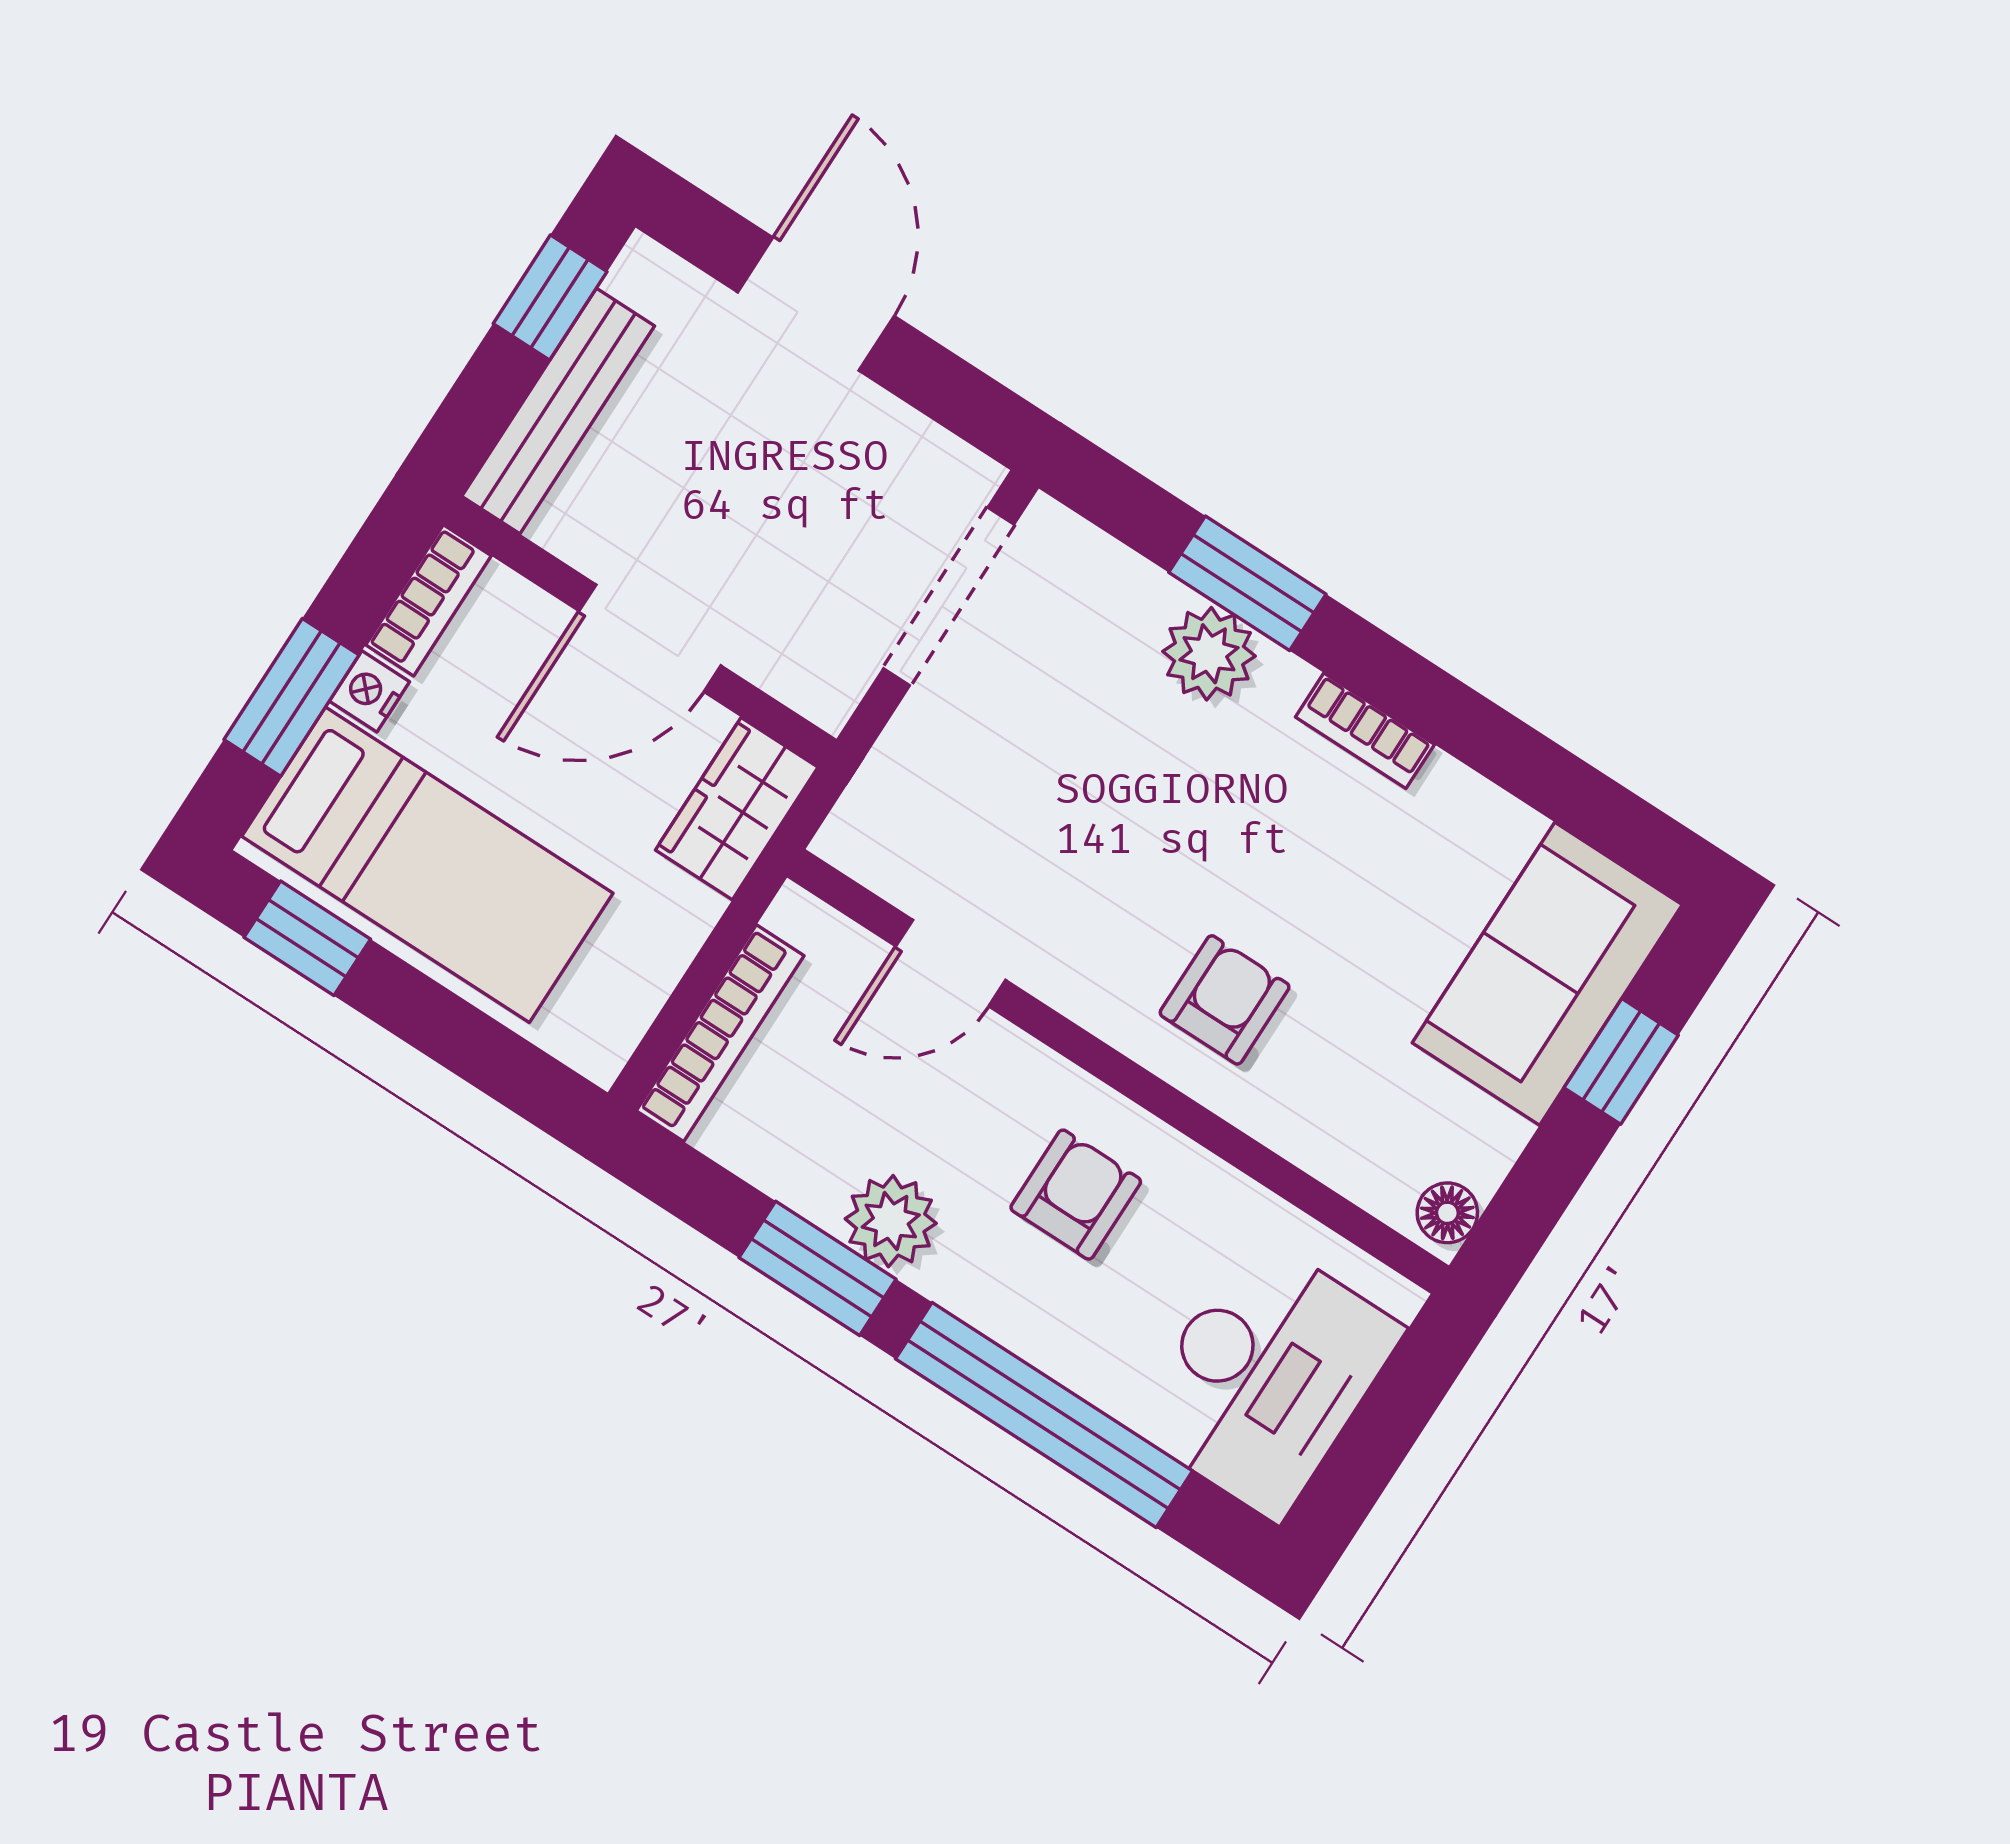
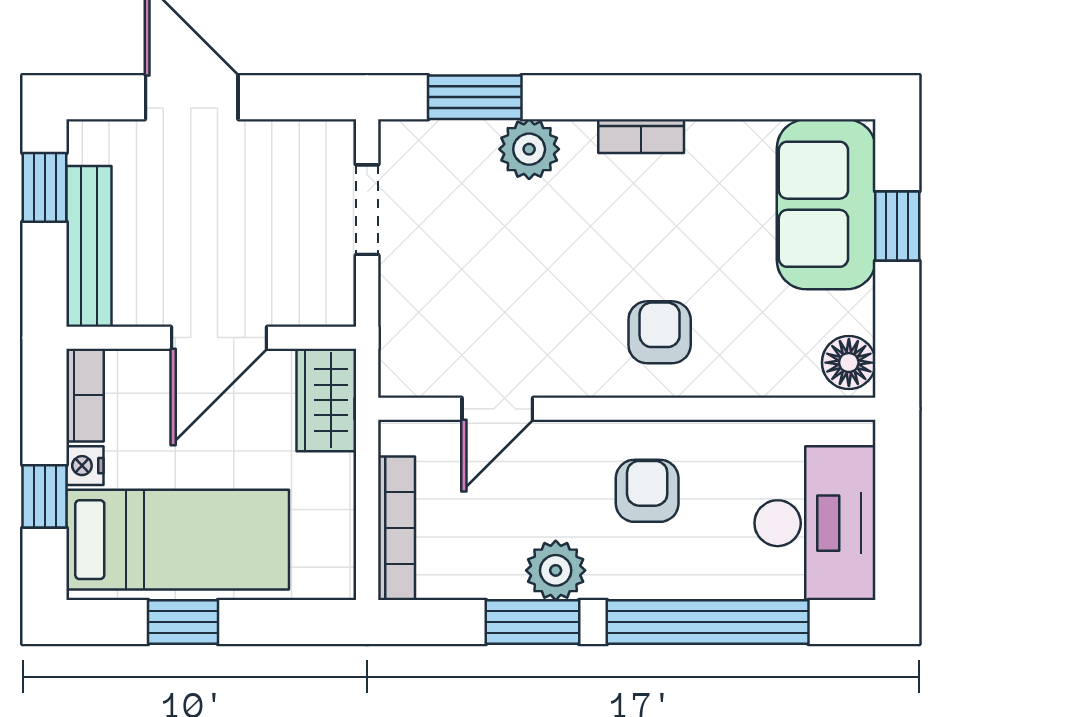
window: (1247, 583) -> (475, 97), moved
doorway: (949, 596) -> (367, 210), width x0.73
window: (291, 697) -> (45, 496), width x0.67
window: (307, 938) -> (183, 622), moved
floor lamp: (1447, 1213) -> (849, 363), width x1.37, depth x1.37

